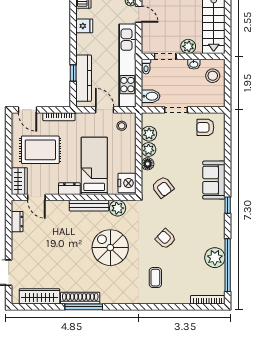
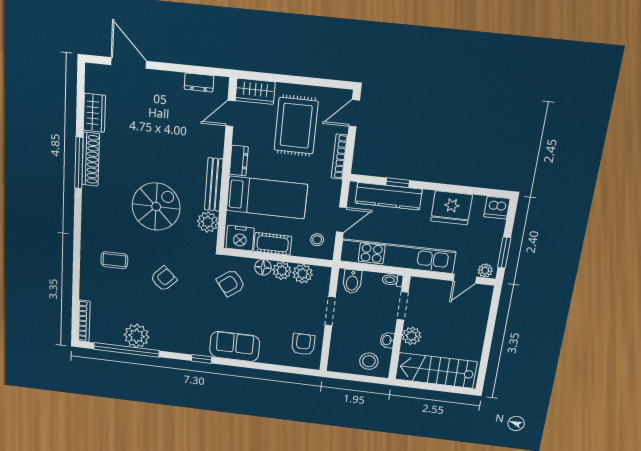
fridge: (84, 26) -> (451, 208), width x1.88, depth x1.34
cot: (129, 158) -> (273, 244), added
wardrobe: (39, 296) -> (94, 113), width x0.67

